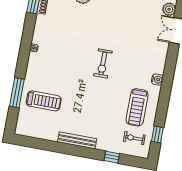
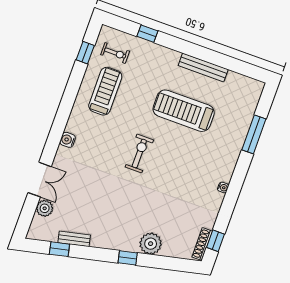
water cooler: (157, 80) -> (68, 140), moved
treadmill: (44, 101) -> (184, 111), moved, width x1.37, depth x1.38
bench: (77, 140) -> (203, 67), moved

